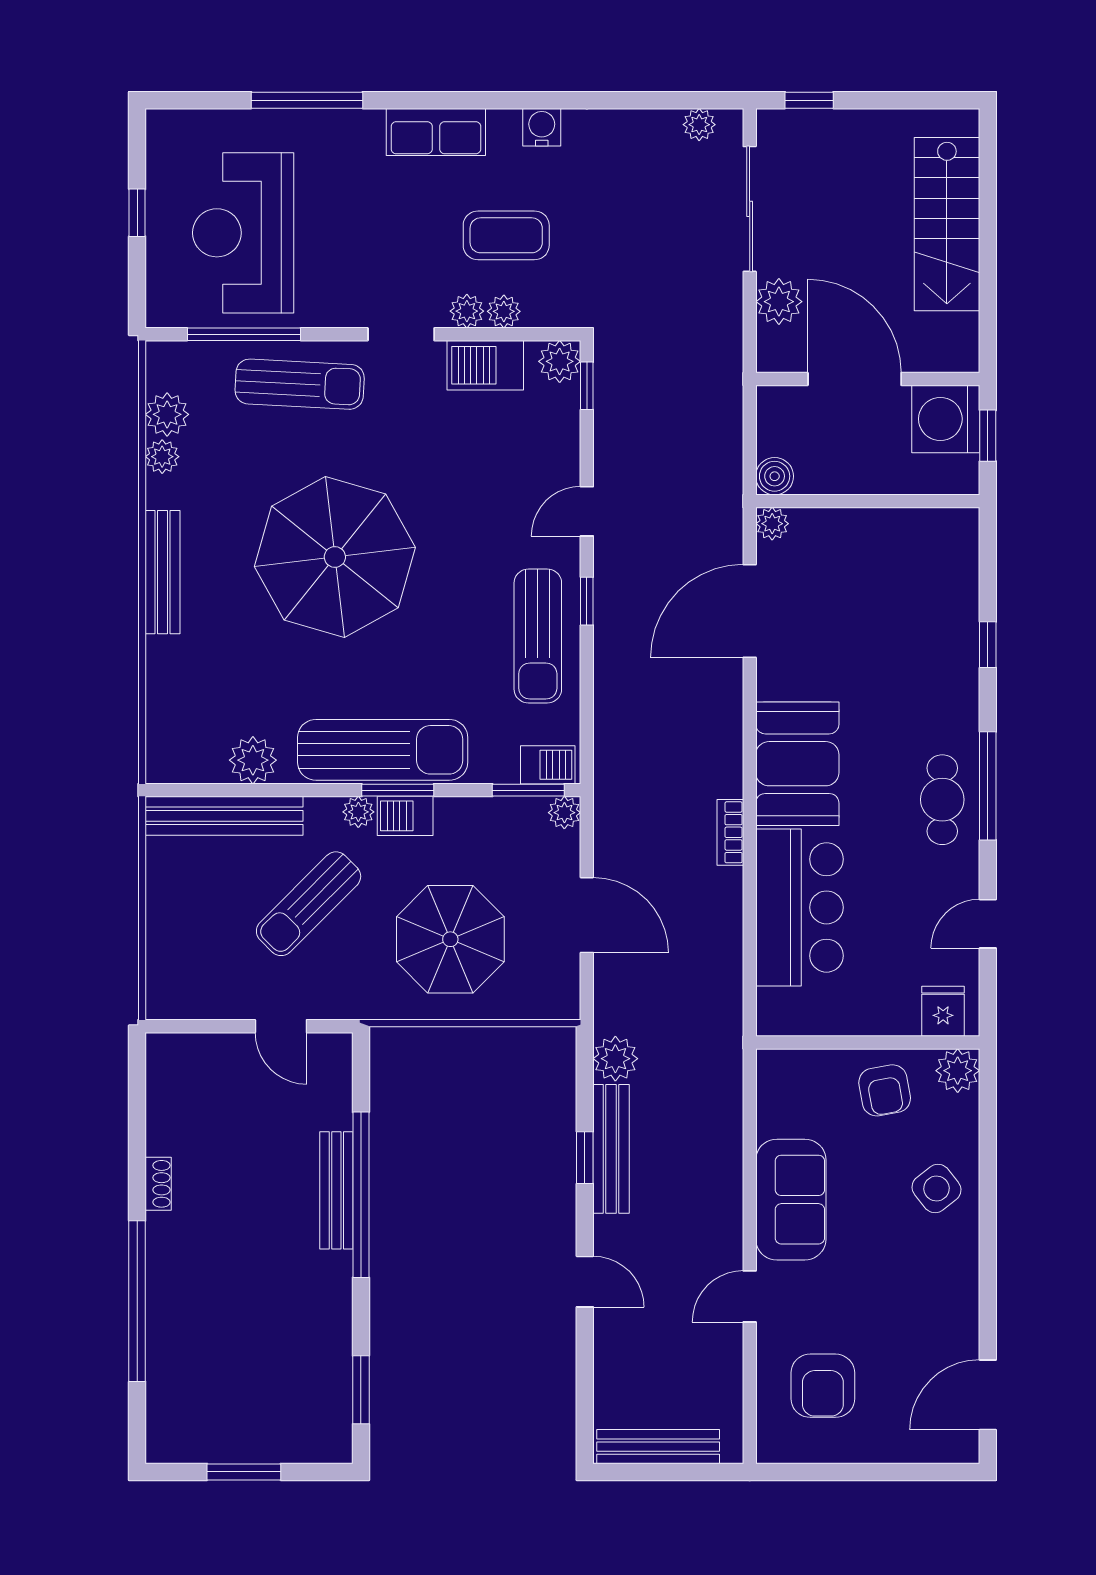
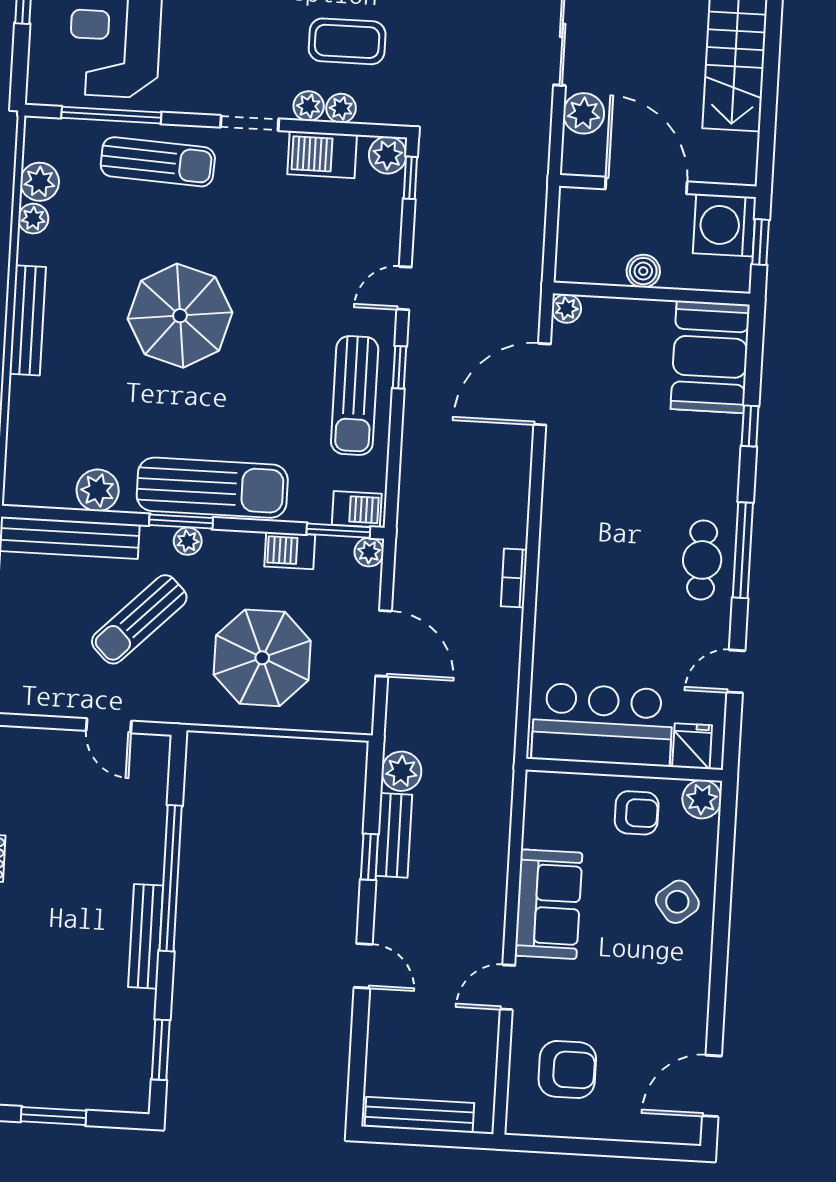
boiler: (775, 476) -> (643, 271), moved
parasol: (335, 557) -> (180, 316), width x0.73, depth x0.73
booth: (797, 764) -> (710, 357), moved
window: (398, 790) -> (181, 522), moved
barbecue: (405, 816) -> (290, 551), moved
bar counter: (799, 907) -> (602, 725), moved, turned -90
armchair: (885, 1090) -> (637, 813), turned -80
bench: (611, 1149) -> (394, 835), width x0.73
bench: (336, 1190) -> (146, 936), moved
armchair: (823, 1386) -> (567, 1070), turned -90

